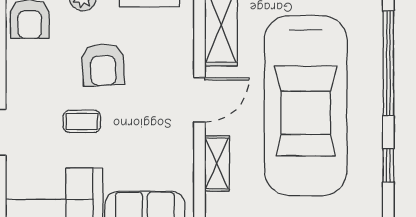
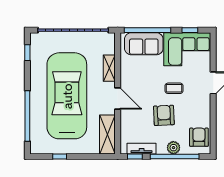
door: (199, 100) -> (118, 99), swing flipped
window: (388, 165) -> (27, 53), moved

